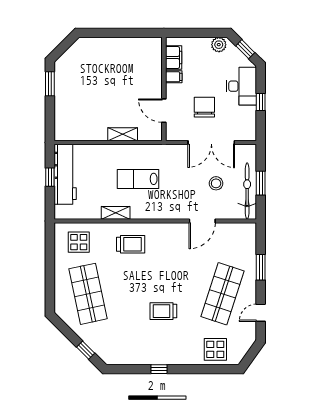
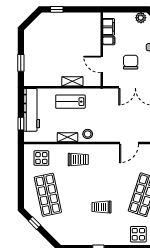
window: (100, 33) -> (57, 9), added
window: (50, 84) -> (21, 63), moved
window: (50, 177) -> (21, 124), moved
lab bench: (138, 179) -> (70, 102), moved
stool: (216, 183) -> (88, 134), moved
window: (86, 350) -> (35, 223), moved

